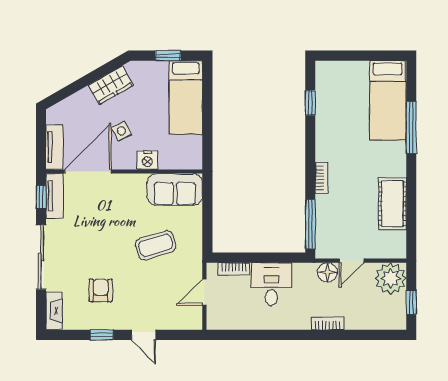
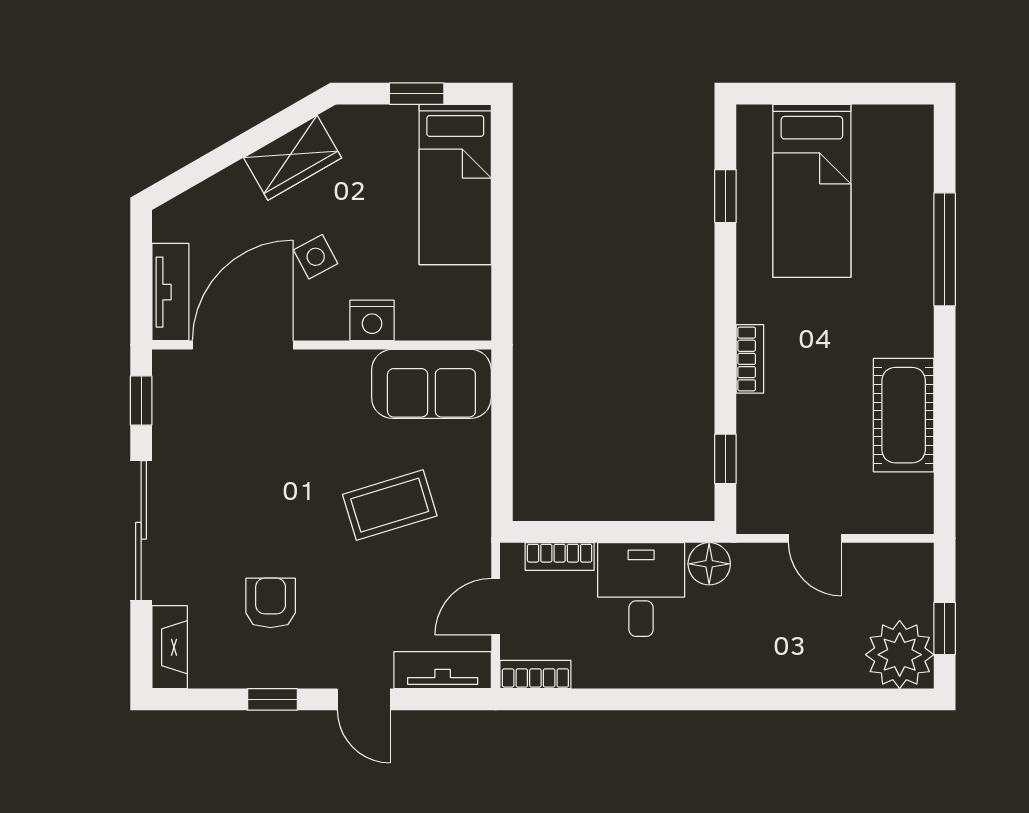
bed: (388, 100) -> (812, 191), moved
tv unit: (54, 196) -> (443, 670), moved, turned -90
window: (310, 224) -> (725, 459), width x0.46
door: (352, 261) -> (815, 538), hinge flipped
floor lamp: (327, 272) -> (709, 564), moved
plant: (391, 278) -> (900, 655), moved
bookcase: (328, 323) -> (535, 675), moved

